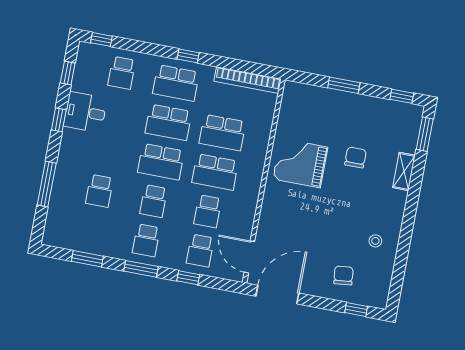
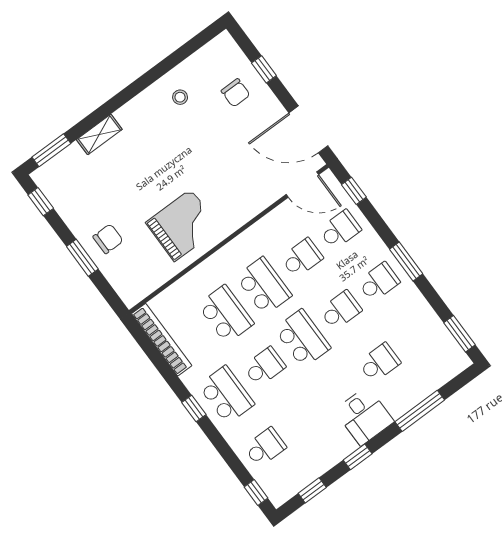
desk: (85, 112) -> (364, 416), moved
school desk: (168, 122) -> (264, 367), width x0.54
chair: (356, 157) -> (108, 239), moved, turned 180
grand piano: (300, 163) -> (183, 225), turned -90
door: (249, 257) -> (302, 185), hinge flipped
window: (87, 259) -> (460, 334), moved
chair: (343, 275) -> (236, 93), turned -84
window: (188, 278) -> (354, 191), moved
window: (356, 309) -> (264, 69), moved

